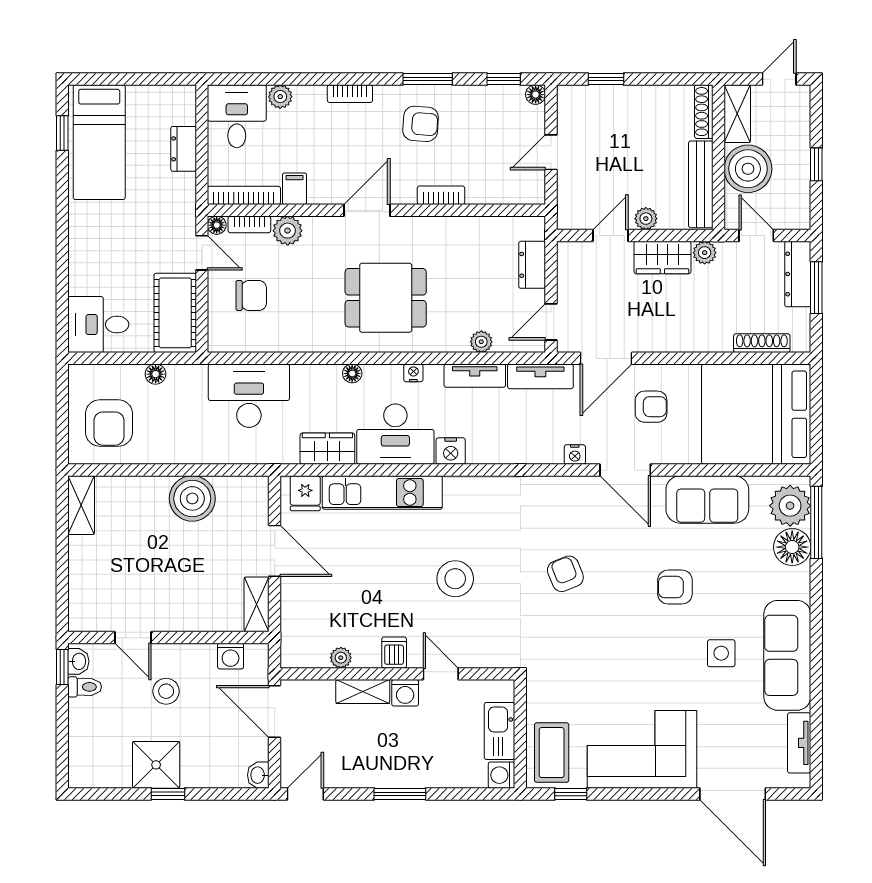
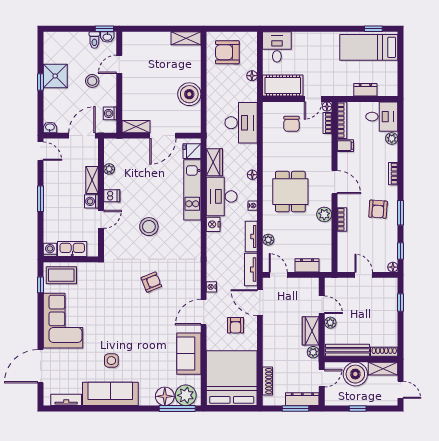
plant: (288, 231) -> (324, 214), moved
armchair: (675, 587) -> (145, 337), removed

